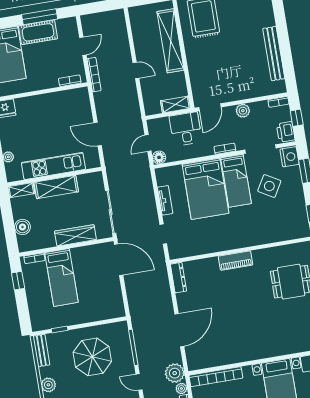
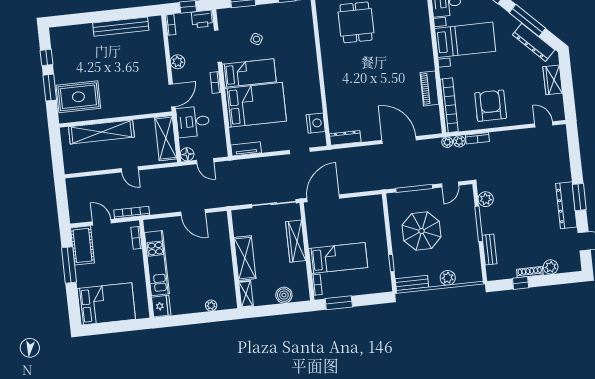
cot: (38, 32) -> (82, 245), moved
door: (136, 70) -> (130, 169), swing flipped
shelving: (175, 104) -> (166, 138), width x1.50, depth x1.33
door: (210, 107) -> (172, 95), hinge flipped
door: (98, 134) -> (193, 212), hinge flipped
floor lamp: (159, 157) -> (187, 154), moved
nightstand: (289, 157) -> (316, 123), moved, turned 90
kitchen unit: (53, 166) -> (157, 263), moved, turned 180
side table: (269, 186) -> (256, 39), width x0.54, depth x0.54
tv unit: (165, 200) -> (246, 149), moved
piano: (236, 261) -> (429, 88), moved, turned 180
window: (18, 281) -> (339, 303), width x1.50
plant: (175, 373) -> (447, 142), width x0.53, depth x0.53

